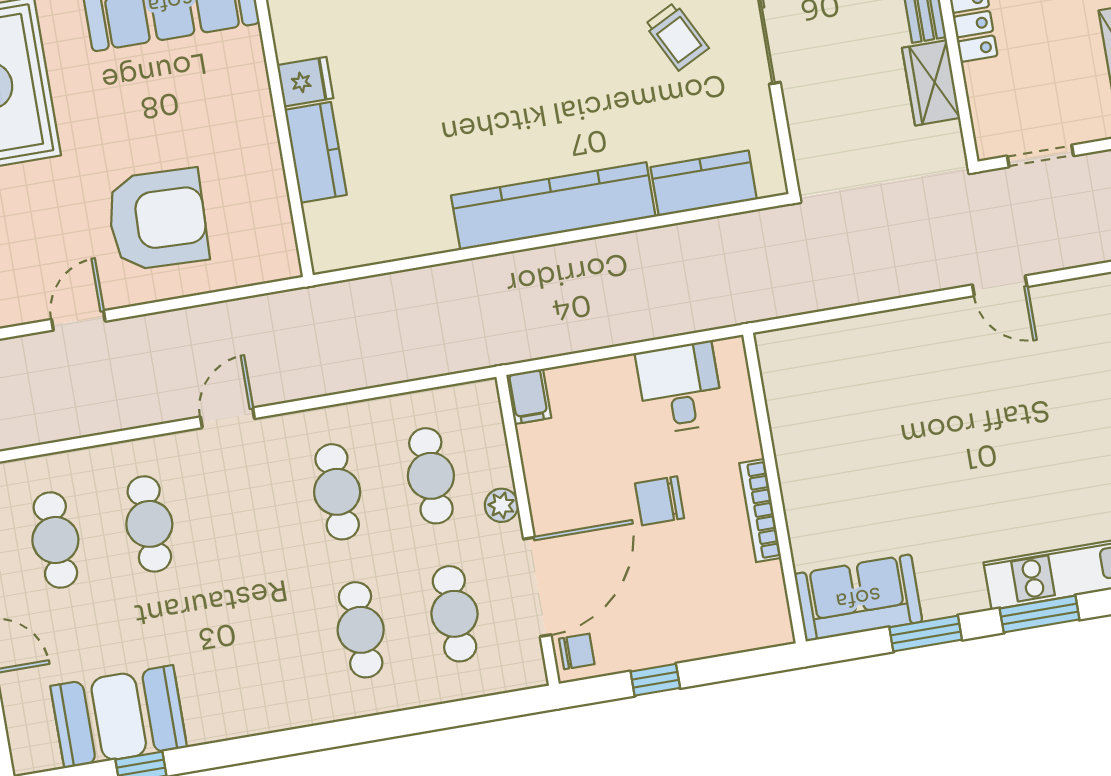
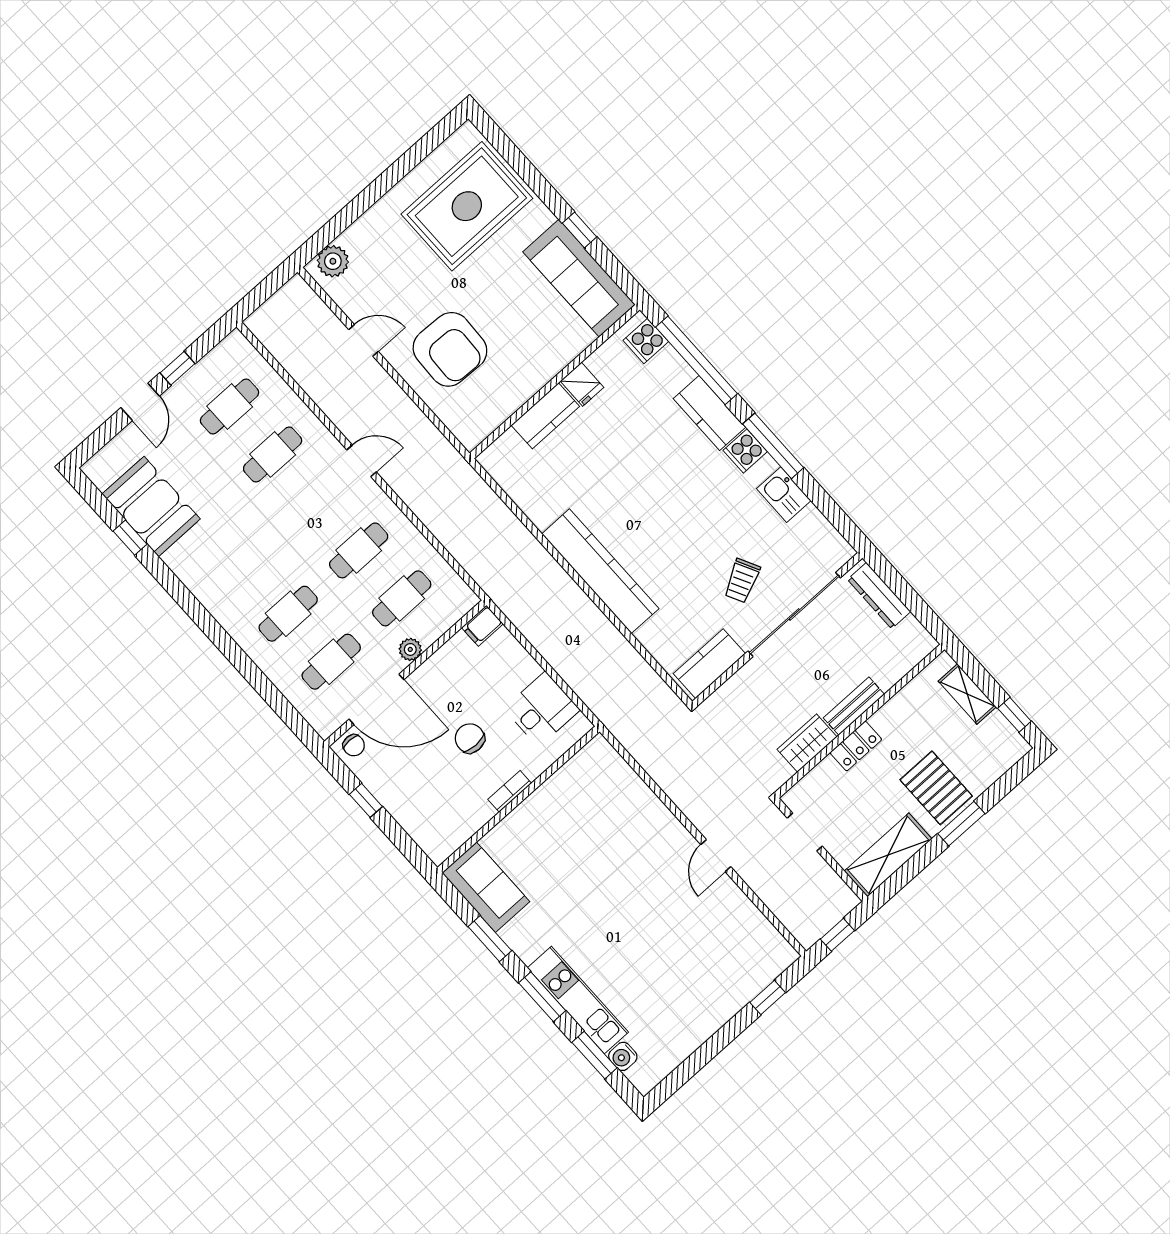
kitchen counter: (704, 183) -> (709, 664), moved, turned -90
bookcase: (760, 510) -> (510, 791), width x0.64

